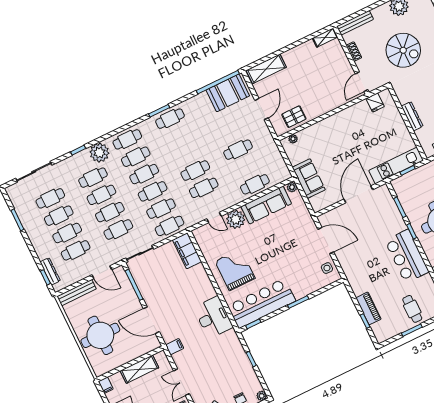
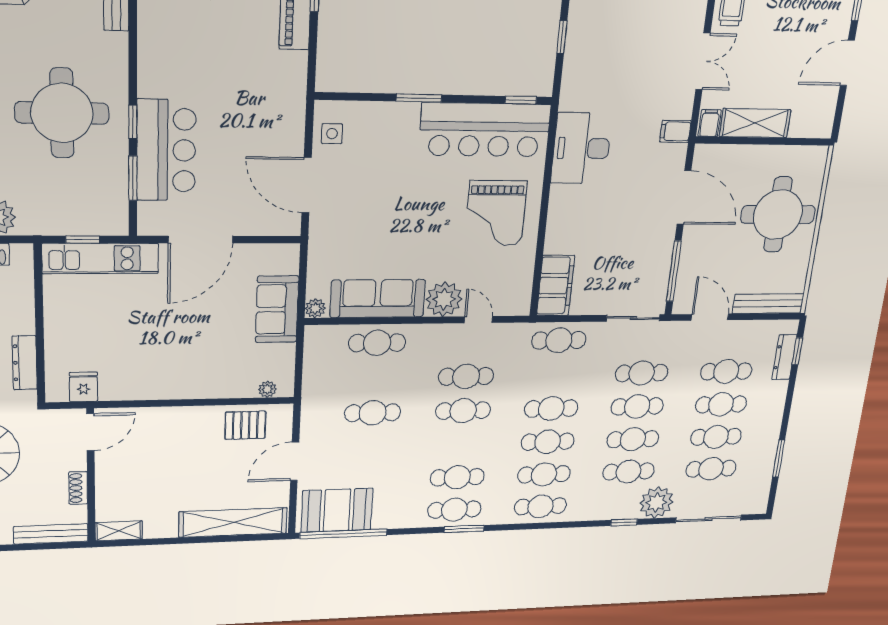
shelving: (266, 69) -> (233, 522), width x1.47
dresser: (412, 116) -> (25, 363), moved
plant: (99, 153) -> (656, 503), moved
cafe table: (161, 209) -> (457, 477), moved
bar counter: (407, 256) -> (166, 150), moved
filing cabinet: (106, 385) -> (710, 123), moved

